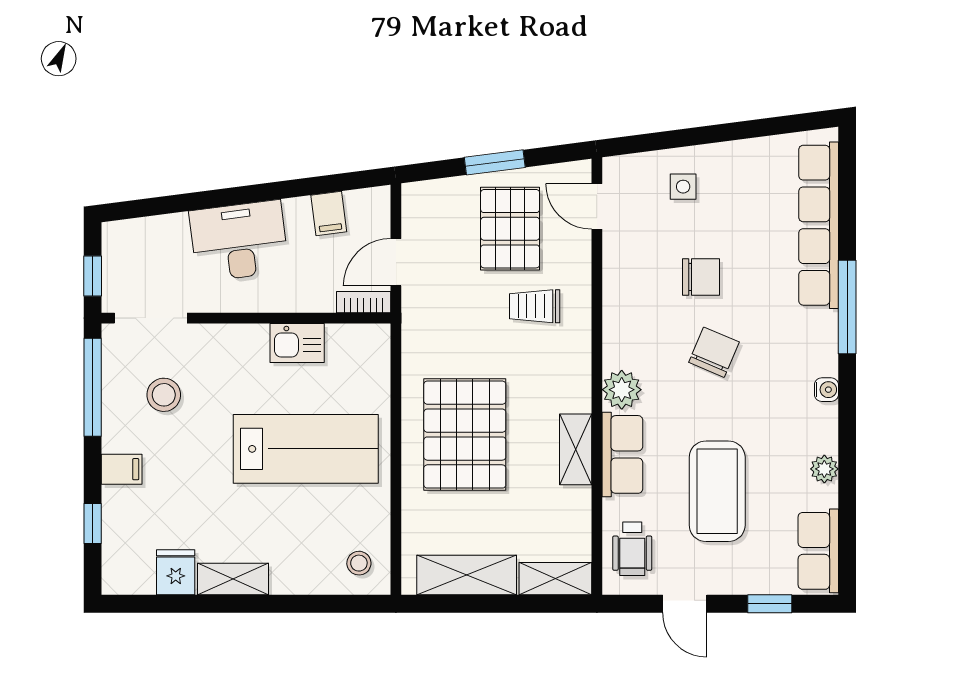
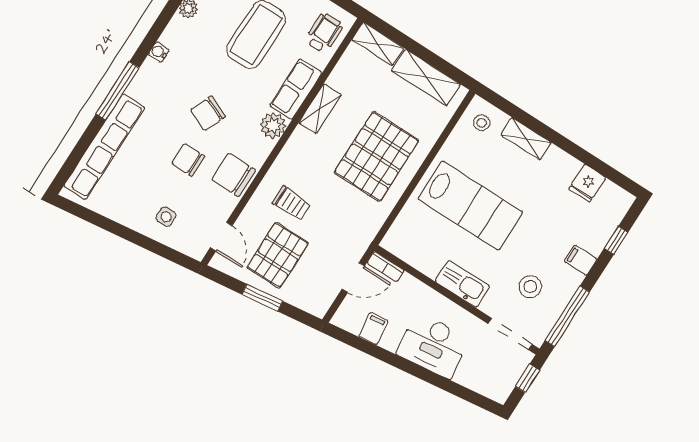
chair: (631, 295) -> (234, 175), added
kitchen sink: (297, 343) -> (462, 284), moved, width x1.38
lab bench: (306, 449) -> (470, 206), turned 180
shelving: (233, 579) -> (526, 139), moved

